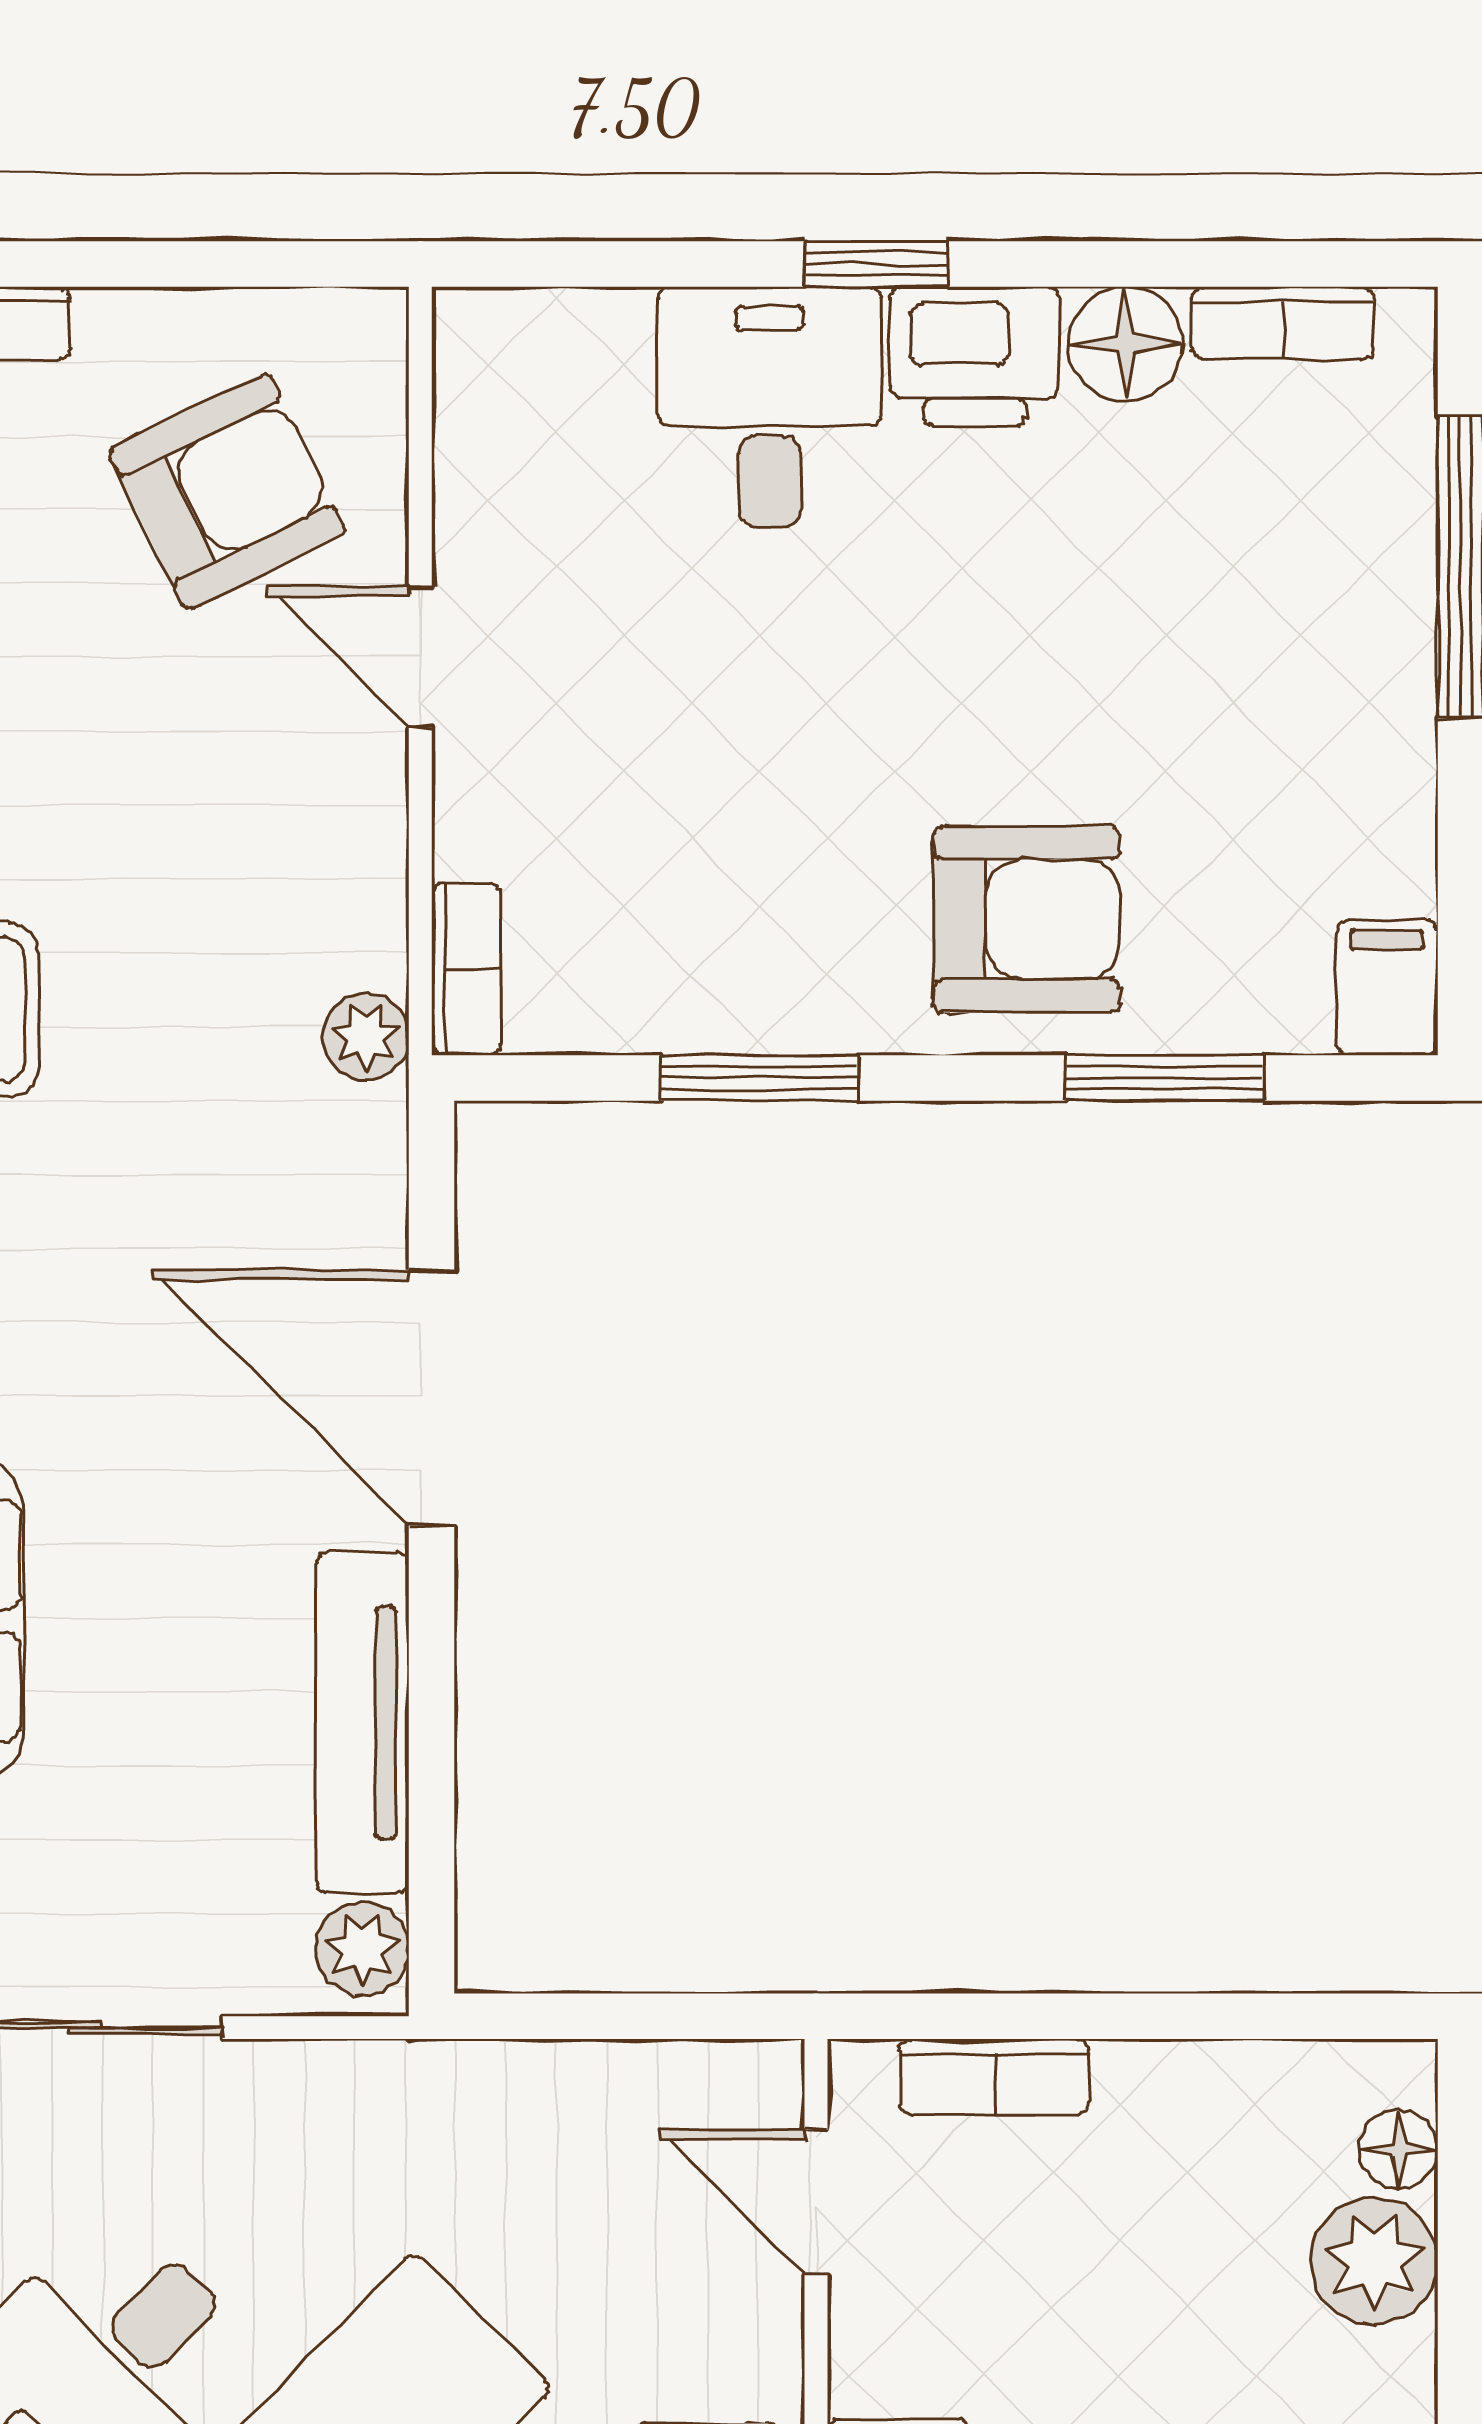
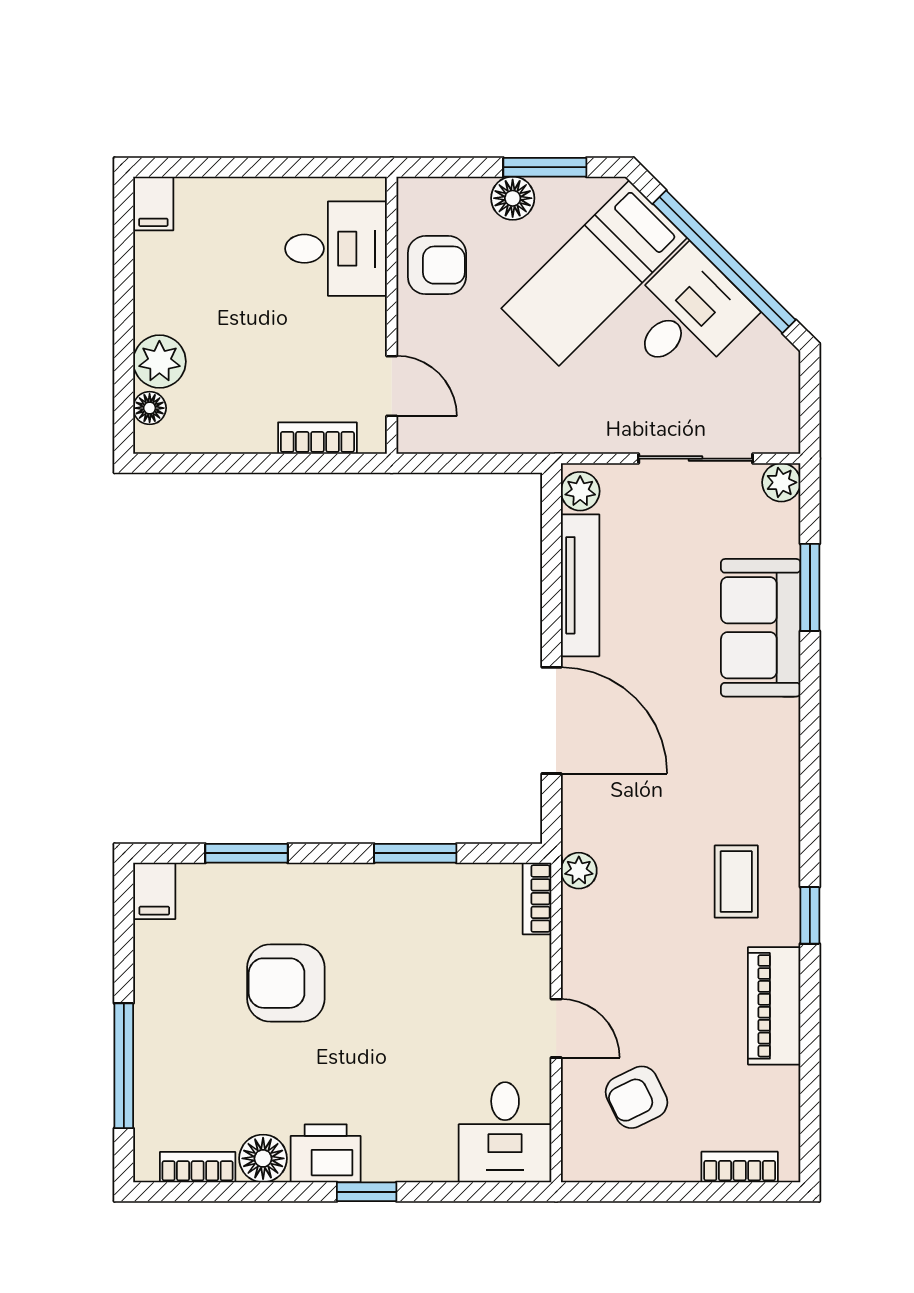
desk: (770, 407) -> (505, 1132), moved
armchair: (227, 491) -> (636, 1097), width x0.72, depth x0.72
armchair: (1027, 919) -> (286, 983), moved

